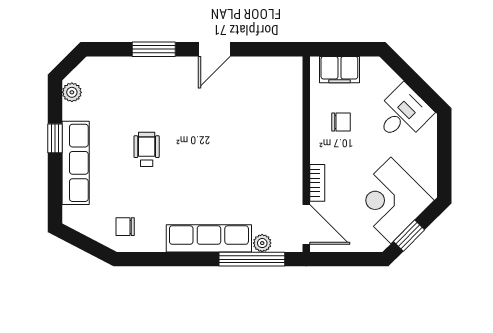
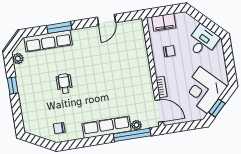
door: (214, 49) -> (107, 20), moved
row of seats: (76, 163) -> (48, 41), moved, turned 90

